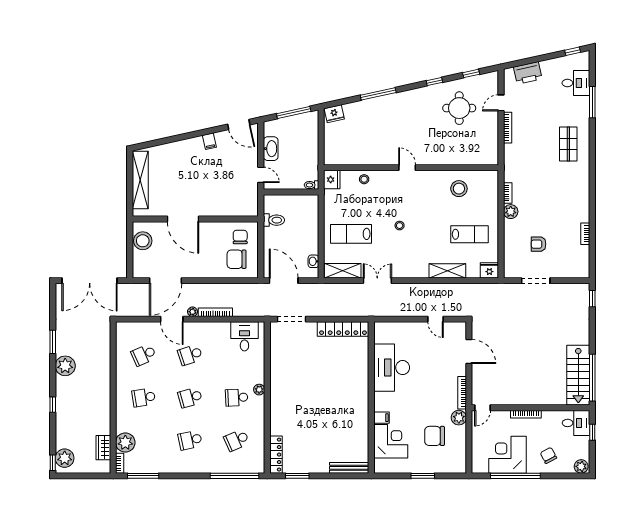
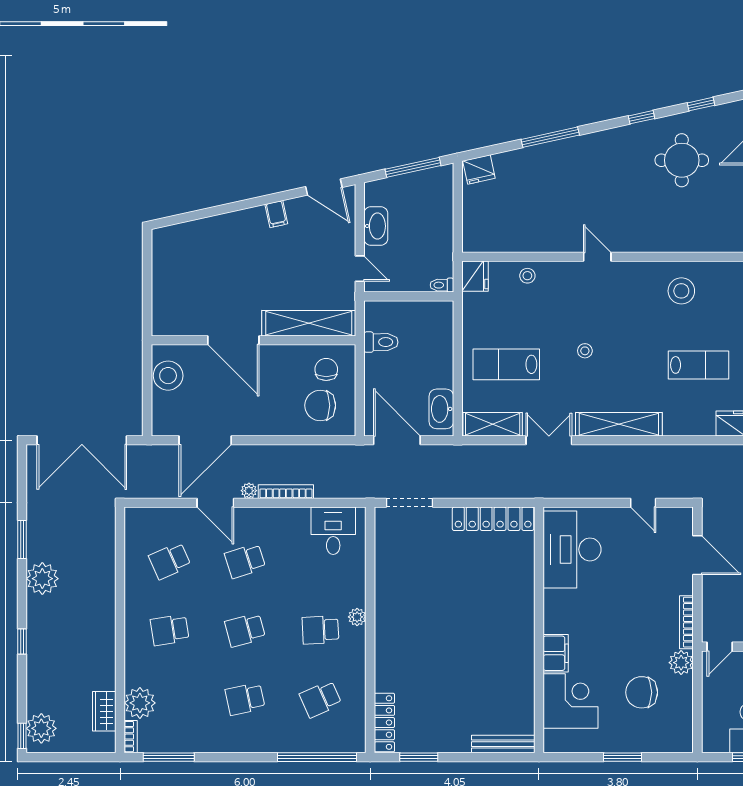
shelving: (140, 180) -> (309, 323), moved, turned 90
washbasin: (313, 261) -> (441, 409), width x1.91, depth x1.45
shelving: (447, 271) -> (619, 424), moved, width x1.47
desk: (392, 368) -> (572, 549), moved
filing cabinet: (382, 418) -> (556, 653), width x2.00

